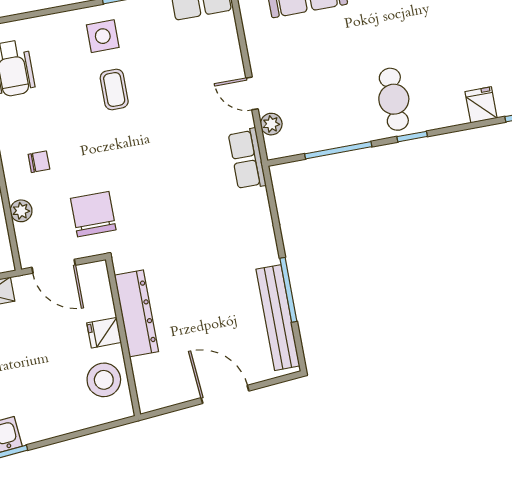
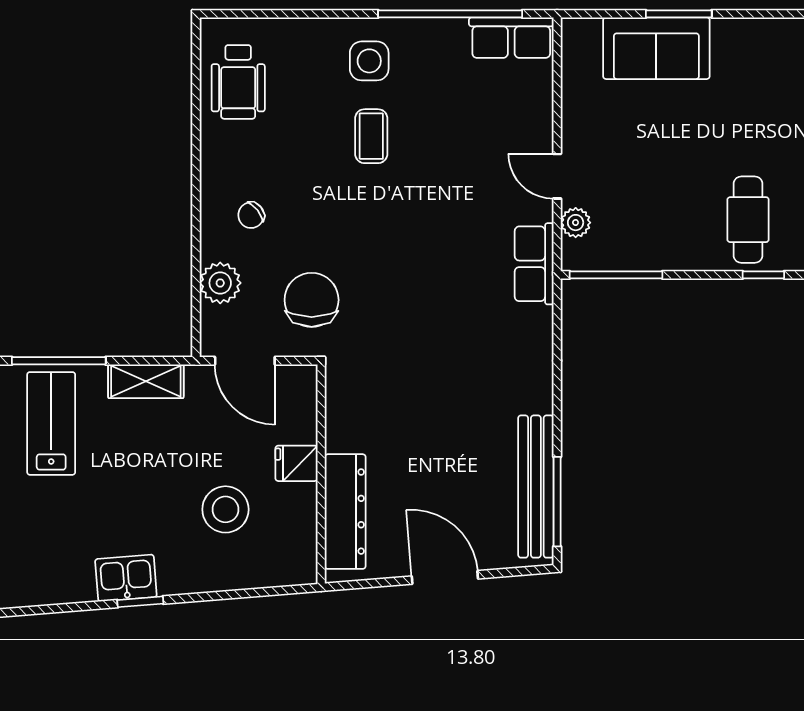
window: (338, 150) -> (616, 275), moved
chair: (39, 162) -> (251, 215), turned 142
plant: (21, 211) -> (220, 283), width x1.38, depth x1.38
window: (288, 290) -> (557, 502), moved
dresser: (136, 313) -> (345, 512), moved
stool: (104, 380) -> (225, 509), moved

